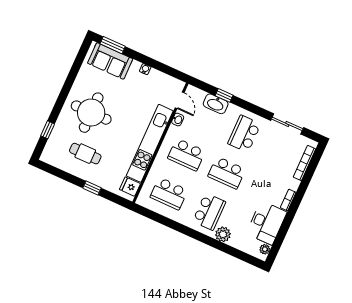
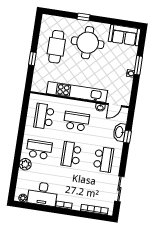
window: (113, 45) -> (138, 65), moved
sofa: (110, 61) -> (125, 35), moved, turned -90
window: (48, 130) -> (83, 17), moved
school desk: (244, 134) -> (103, 159), turned 90
cafe table: (85, 154) -> (56, 47), width x1.37, depth x1.35
school desk: (187, 155) -> (76, 121), turned 90
fridge: (130, 187) -> (41, 86), removed
school desk: (209, 212) -> (39, 149), turned 180

